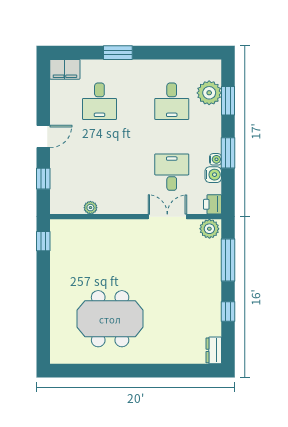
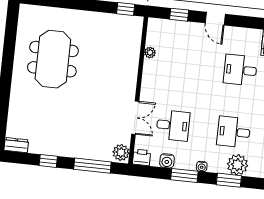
water cooler: (215, 159) -> (202, 166), moved

